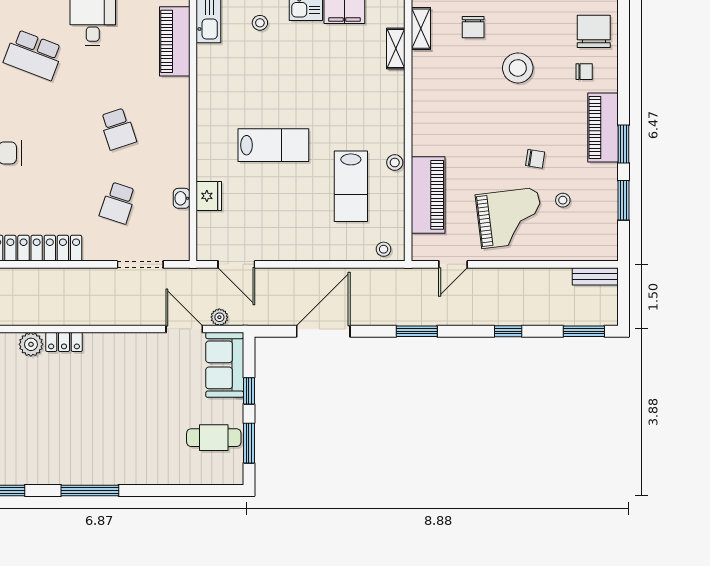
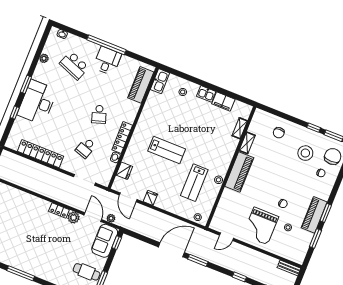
shelving: (421, 29) -> (247, 143), moved
stool: (518, 68) -> (305, 153), moved
piano: (603, 127) -> (314, 215), moved
locker: (179, 155) -> (122, 137), added
piano: (428, 195) -> (239, 172), moved
fridge: (209, 196) -> (124, 171), moved
grand piano: (510, 218) -> (261, 226), turned 97
fridge: (279, 249) -> (150, 198), added
door: (323, 331) -> (171, 250), moved
locker: (64, 342) -> (59, 210), moved
plant: (31, 344) -> (74, 218), moved
window: (249, 391) -> (117, 243), moved

